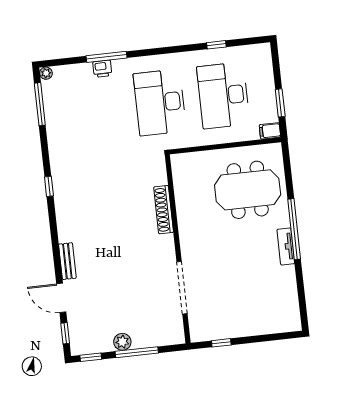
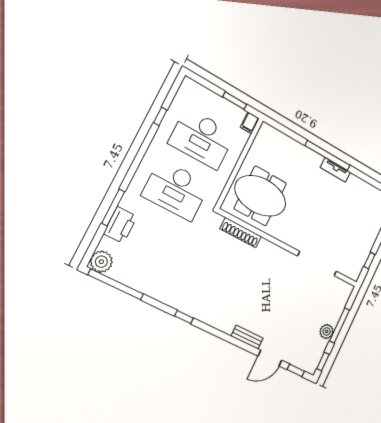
printer: (102, 69) -> (120, 225), width x1.87, depth x1.48
plant: (46, 73) -> (101, 262), width x1.87, depth x1.87
window: (40, 104) -> (116, 284), width x1.46
meeting table: (248, 190) -> (260, 196), moved, turned 90
shoe rack: (164, 210) -> (241, 233), moved

